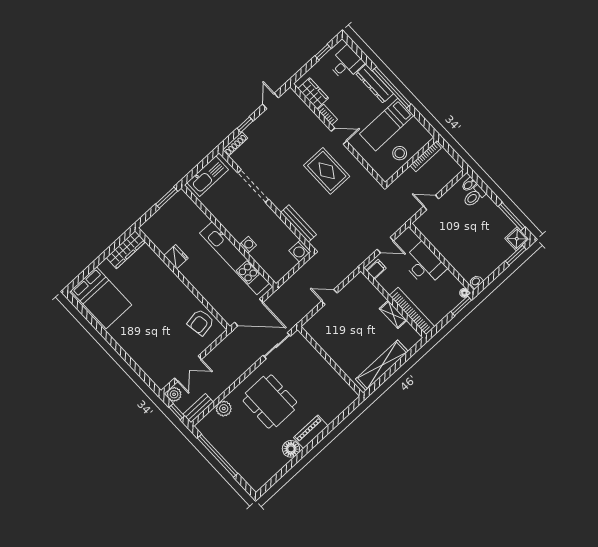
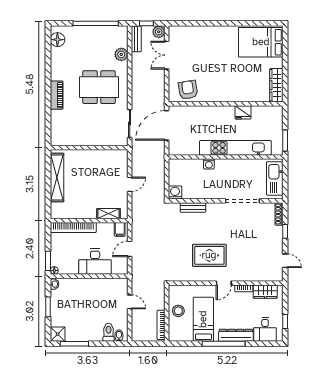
door: (431, 203) -> (130, 302), hinge flipped
bench: (299, 224) -> (193, 207), width x0.73
window: (516, 255) -> (48, 307), moved
kitchen unit: (235, 258) -> (235, 148), moved
shelving: (393, 315) -> (108, 214), moved
floor lamp: (291, 449) -> (57, 40), moved

